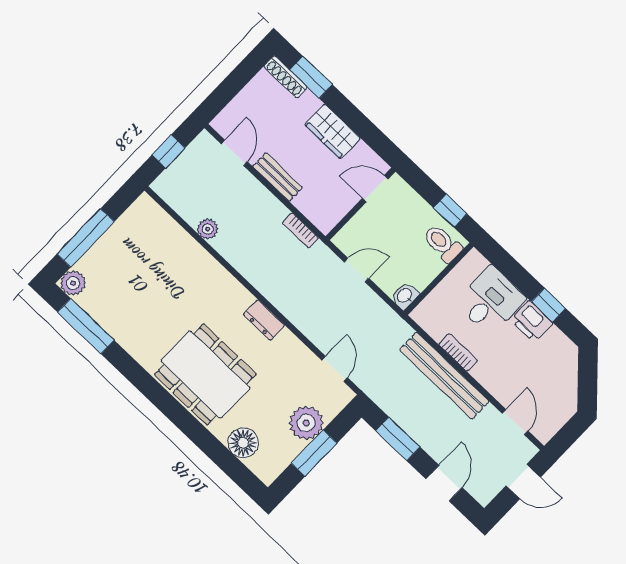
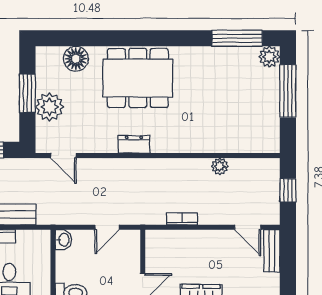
bench: (278, 177) -> (272, 251), moved, turned 90
bookcase: (300, 231) -> (182, 219), moved

